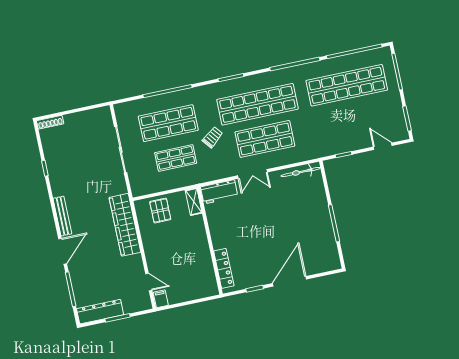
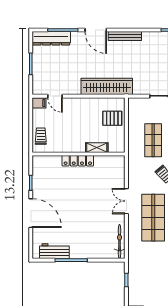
workbench: (219, 192) -> (54, 251), moved, turned 90
shelving: (194, 202) -> (97, 148), moved
locker: (224, 268) -> (78, 161), moved
door: (149, 282) -> (55, 96), hinge flipped
trolley: (198, 289) -> (41, 136), added
dresser: (100, 312) -> (51, 38), moved, turned 90

